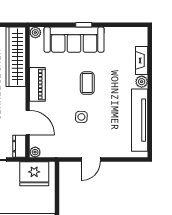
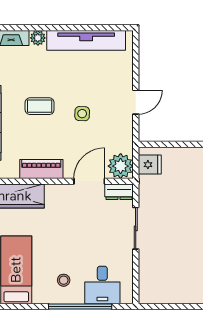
plant: (35, 152) -> (121, 166), width x1.88, depth x1.88
door: (91, 159) -> (136, 102), hinge flipped
fridge: (34, 174) -> (150, 165), width x0.53, depth x0.75

